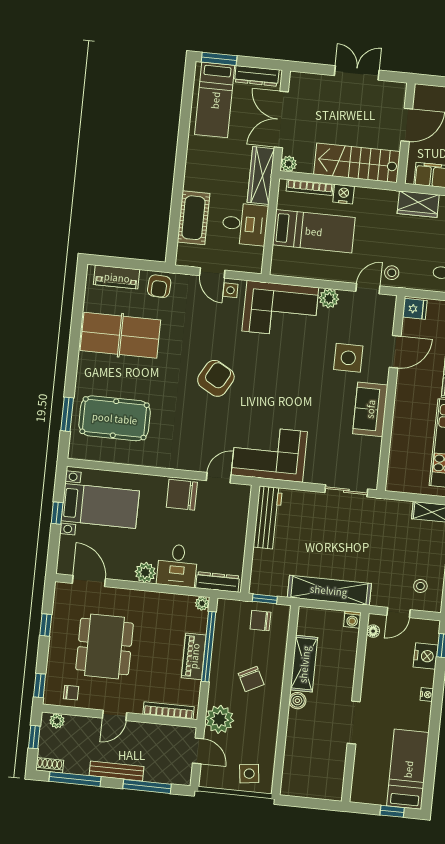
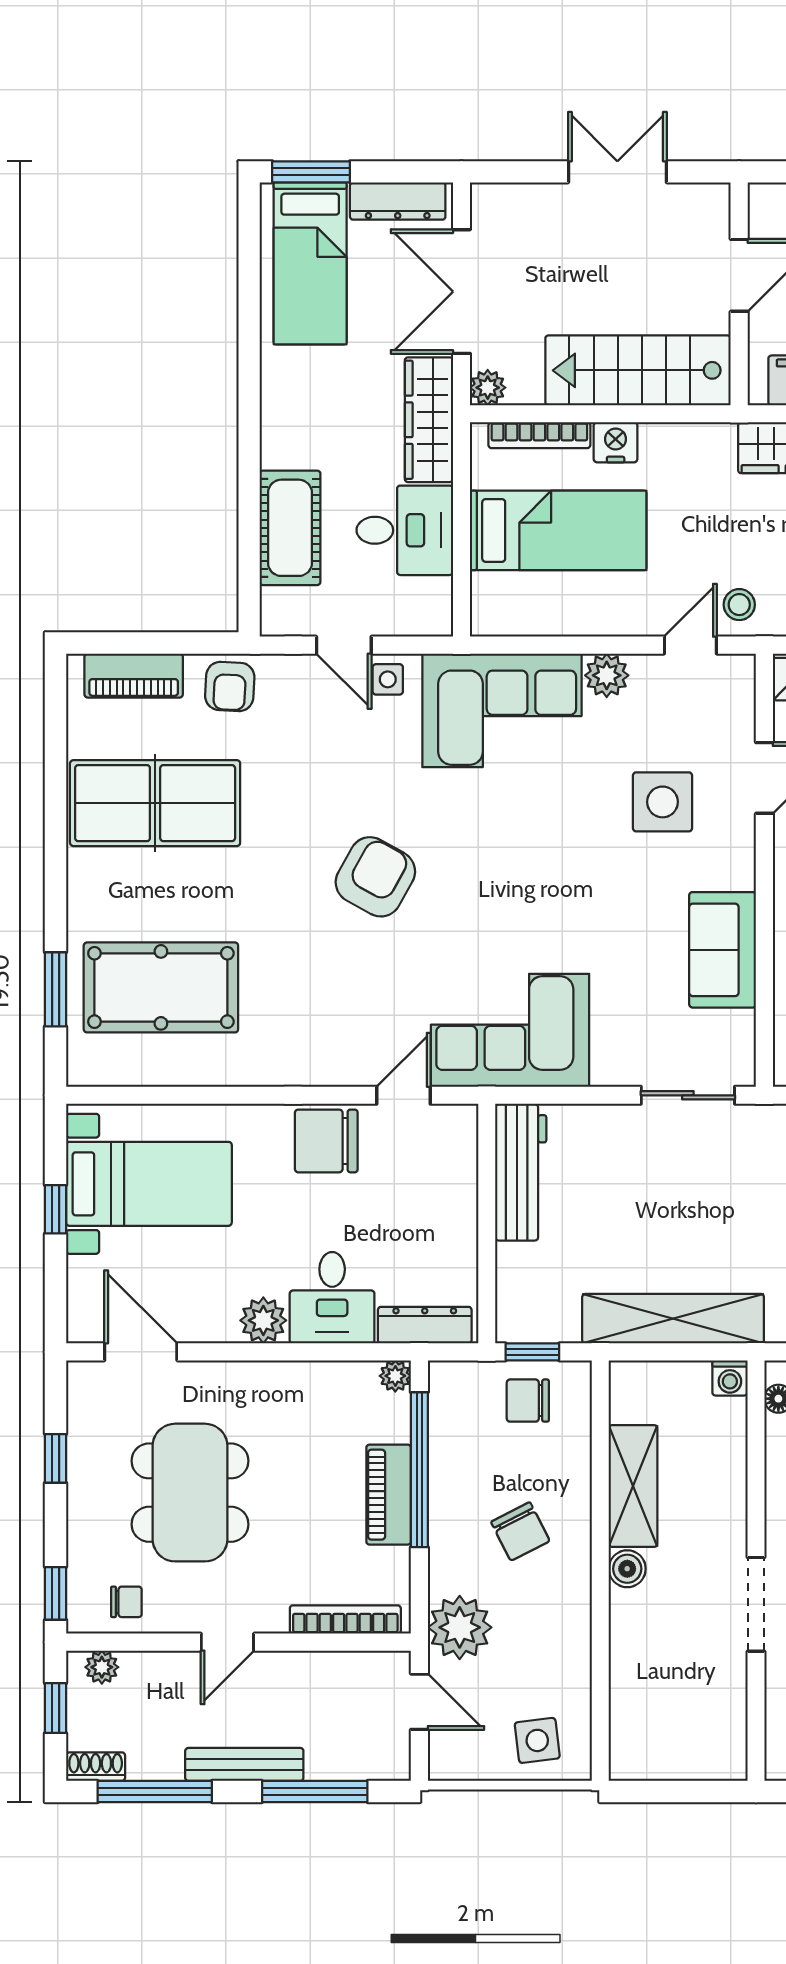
sofa: (370, 409) -> (723, 950), moved

